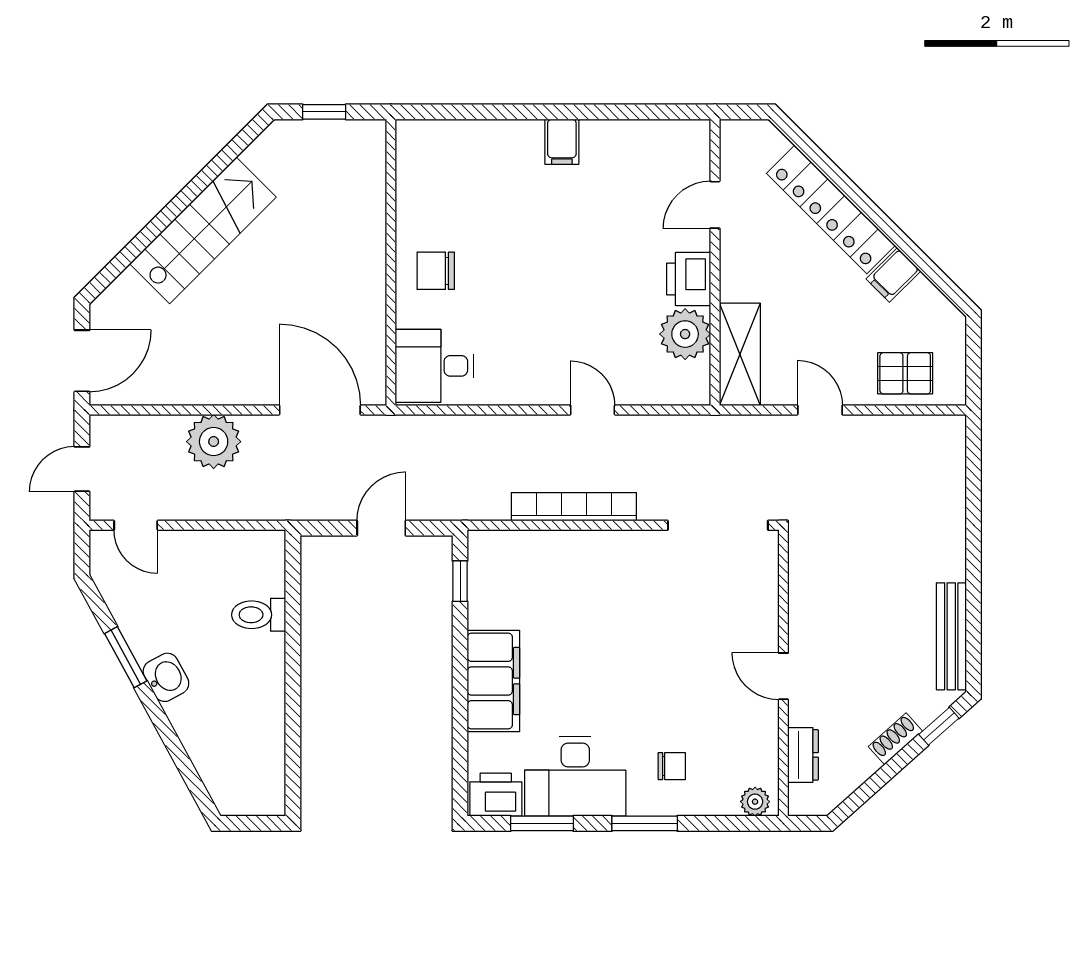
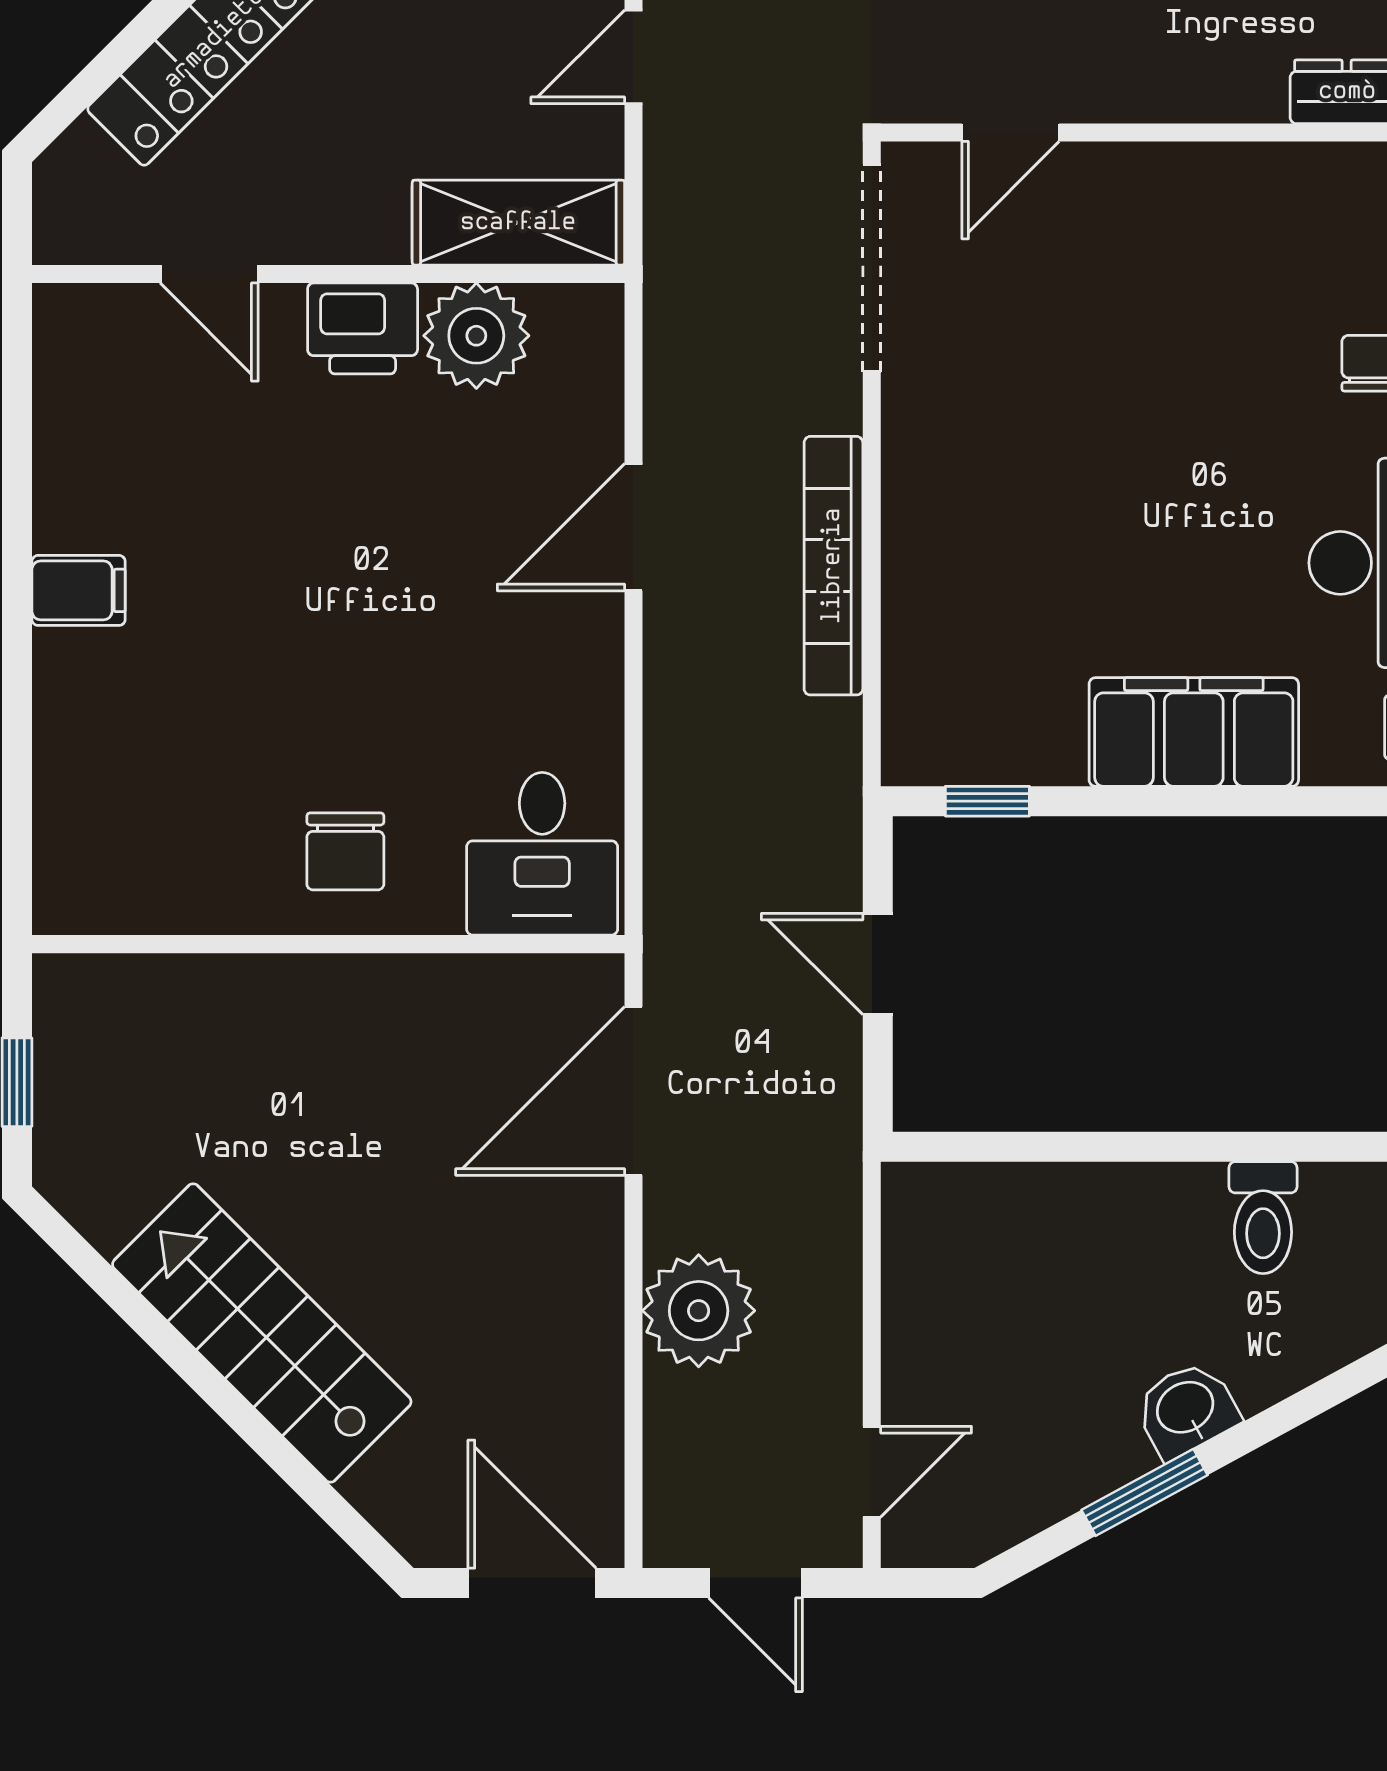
door: (593, 410) -> (633, 527), width x1.38
toilet: (259, 615) -> (1263, 1218), moved
door: (783, 676) -> (1010, 133), moved

